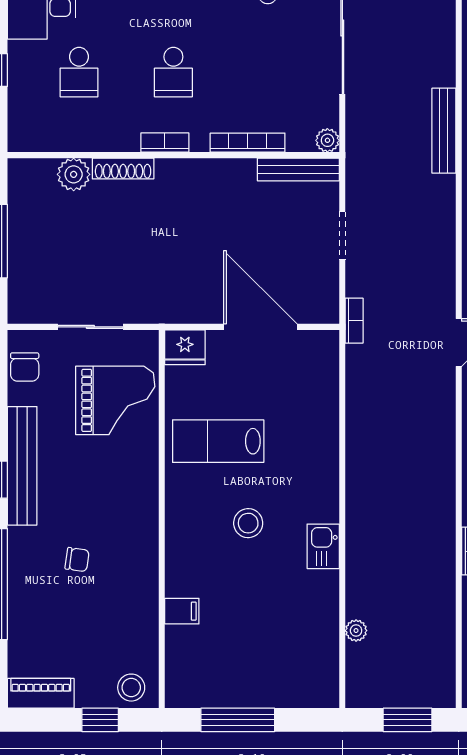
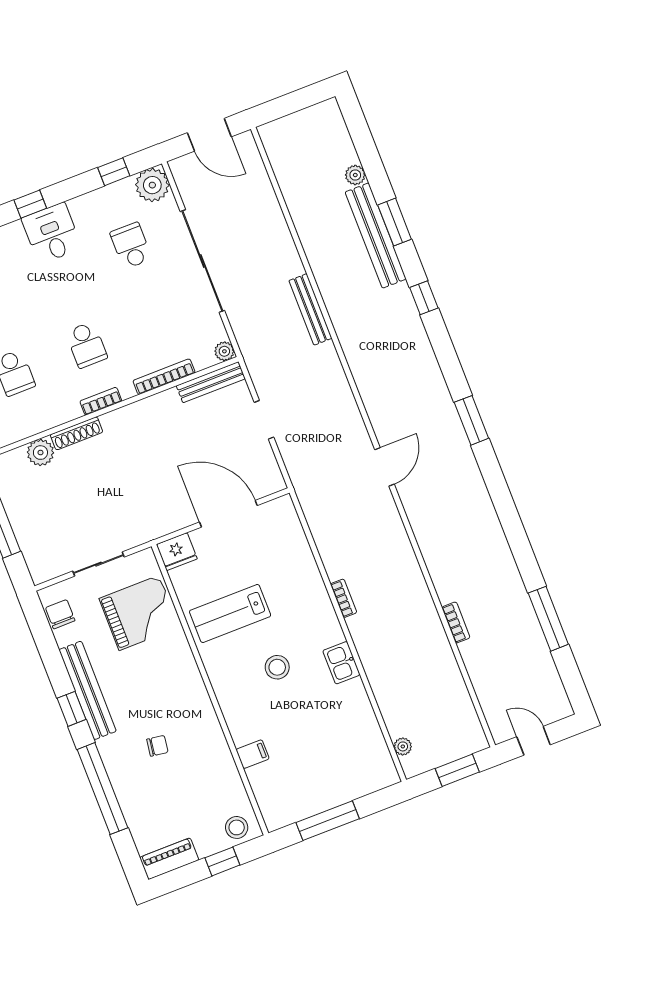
bookcase: (354, 321) -> (344, 598), moved
chair: (25, 367) -> (60, 614), turned 180
plant: (356, 631) -> (403, 746), moved

